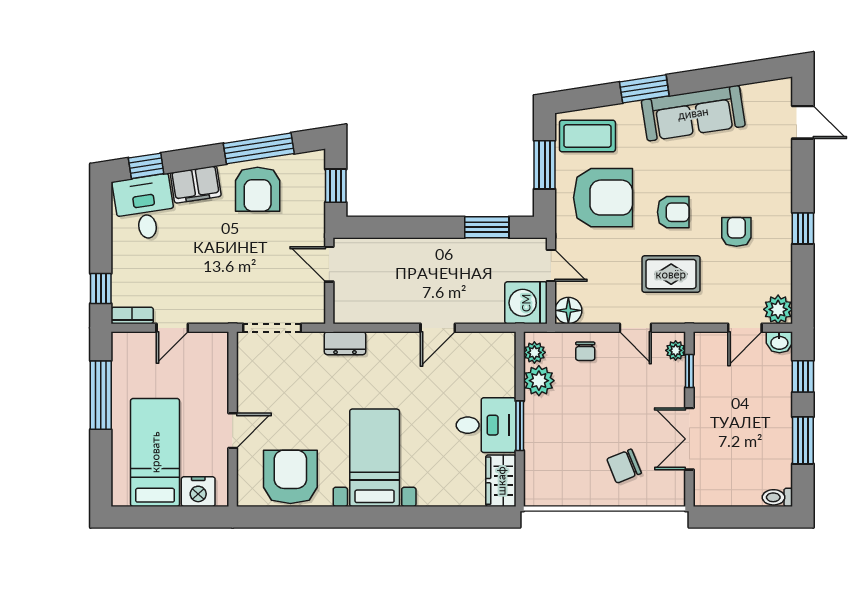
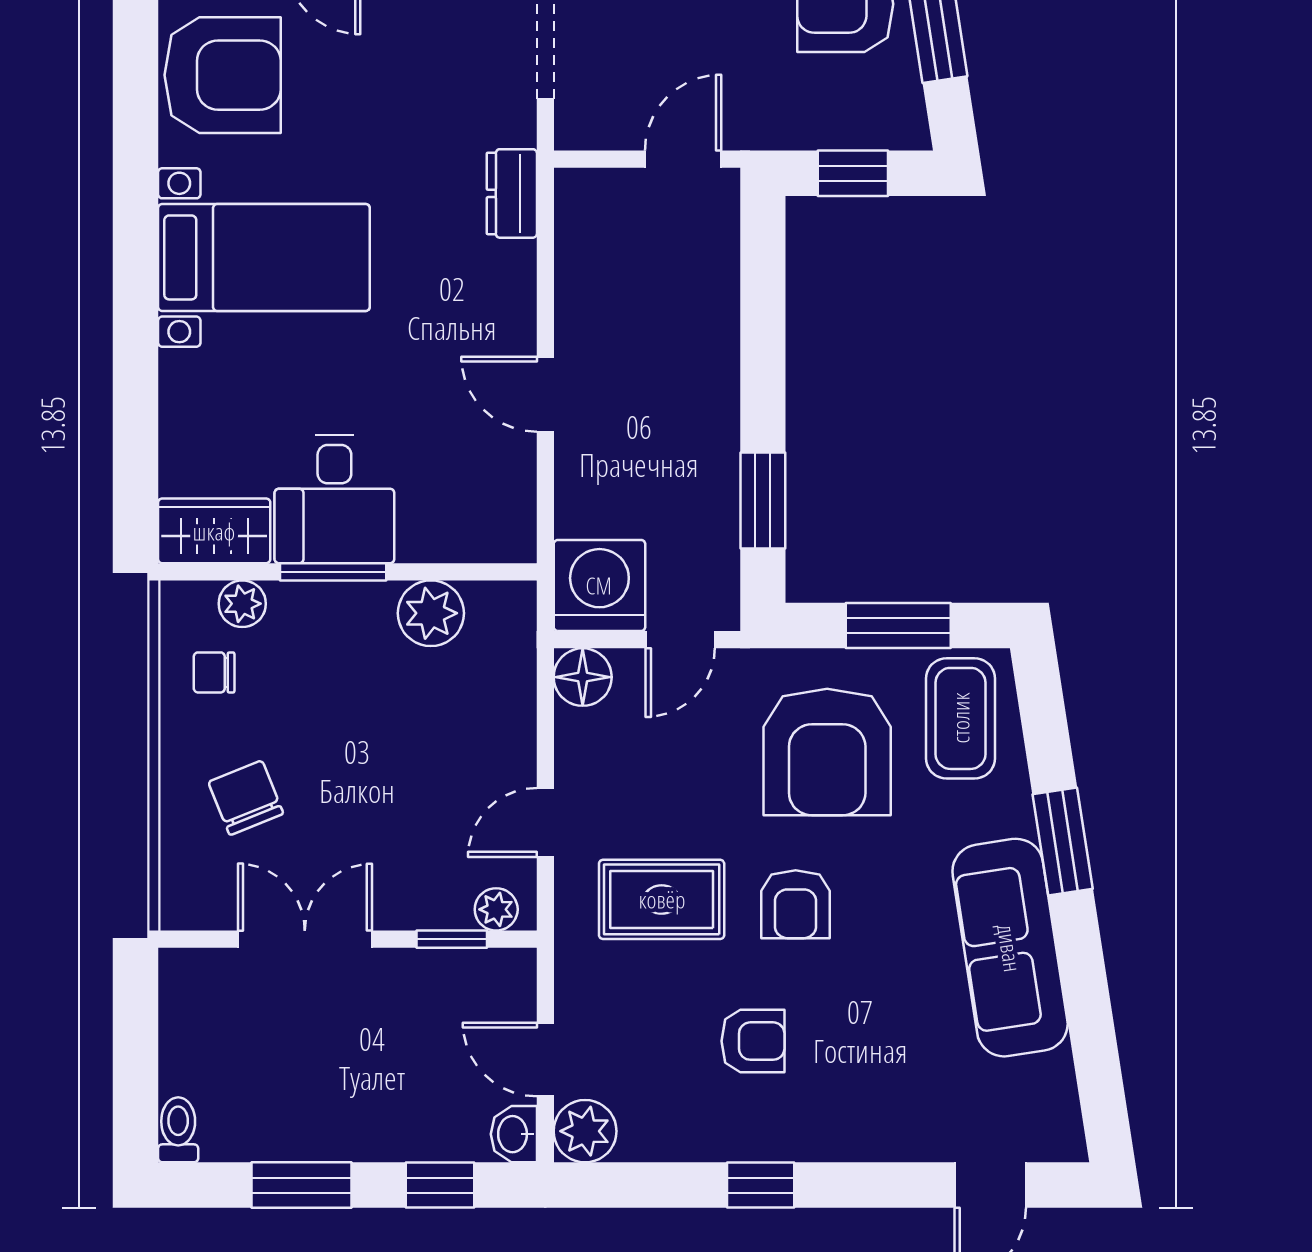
rug: (671, 274) -> (662, 899), turned 90
chair: (585, 351) -> (214, 672), moved
plant: (534, 352) -> (242, 604), moved

